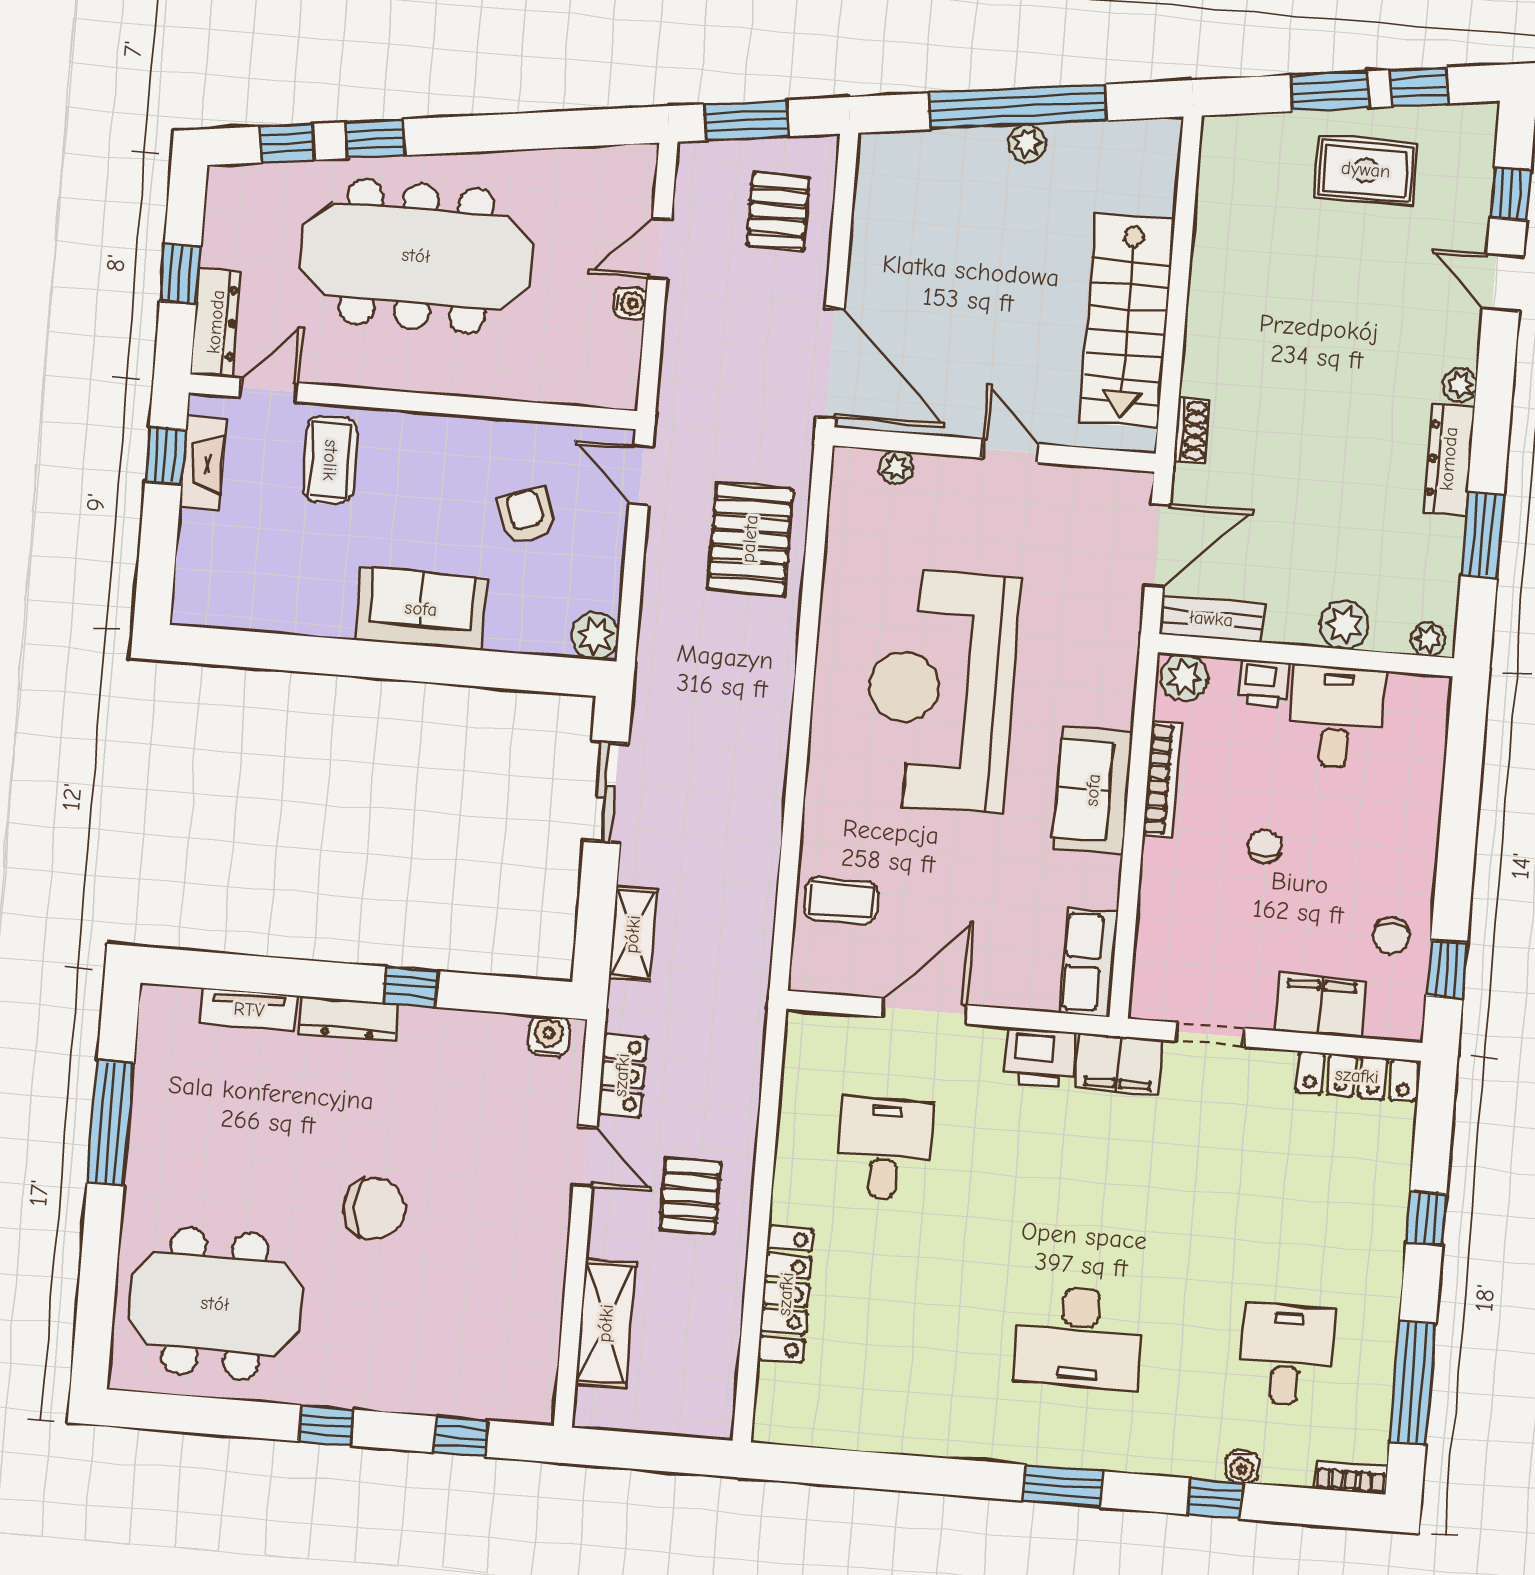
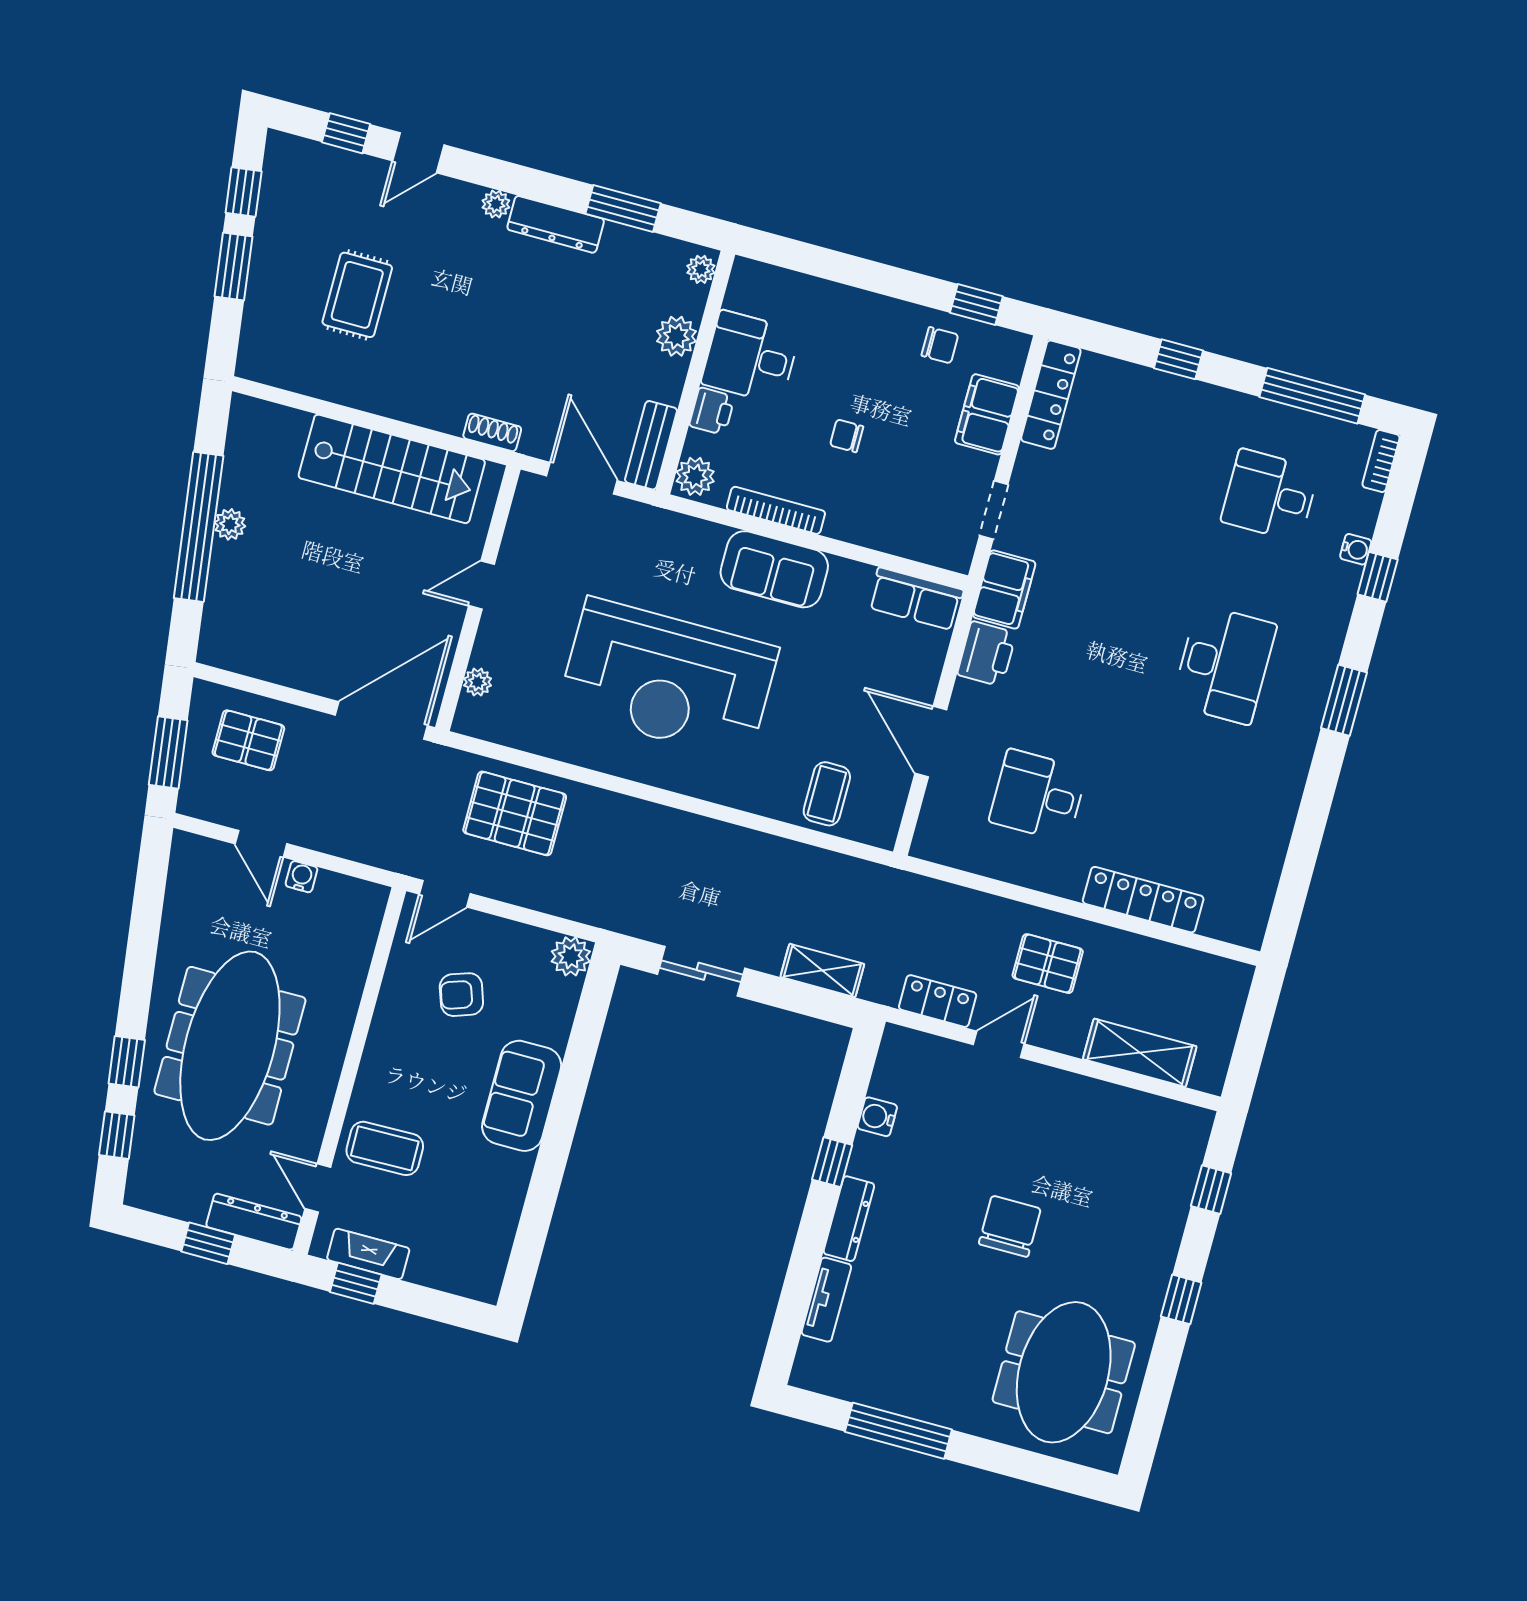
rug: (1366, 170) -> (357, 295), moved
water cooler: (549, 1036) -> (877, 1117), moved

